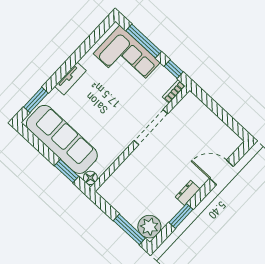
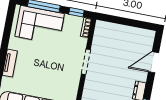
doorway: (151, 127) -> (86, 62), width x0.73

